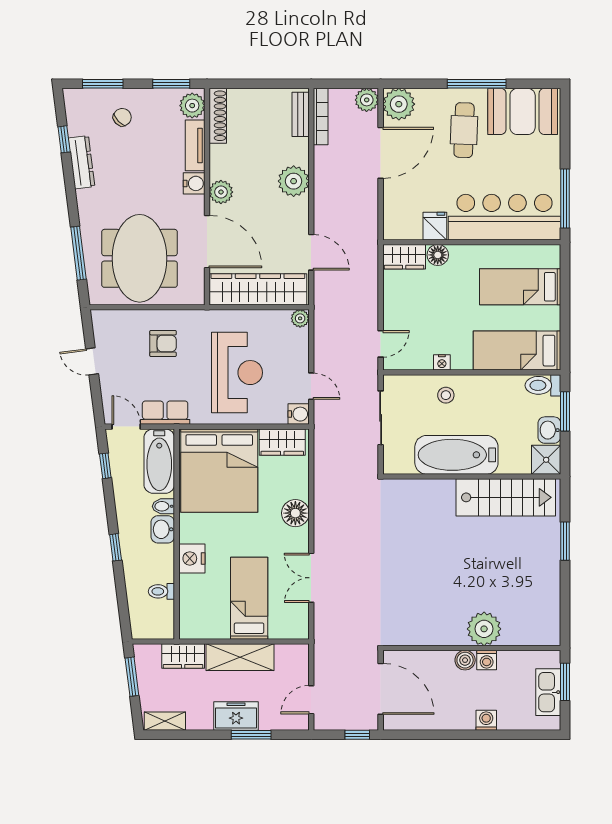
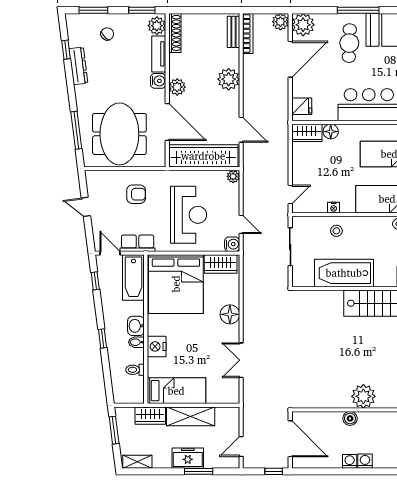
fridge: (435, 226) -> (302, 106), moved, turned 90
bidet: (163, 506) -> (136, 342), moved
bed: (249, 598) -> (176, 391), moved, turned 90
washing machine: (487, 660) -> (350, 461), moved, turned 180

